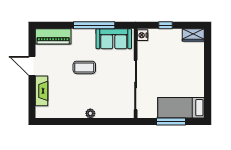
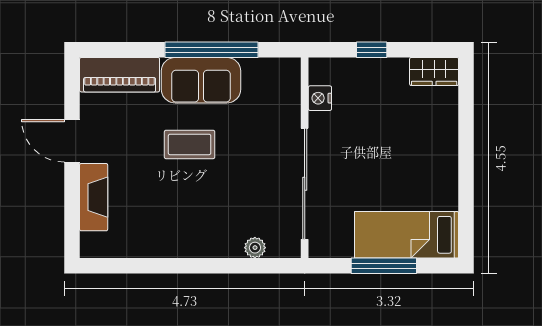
nightstand: (142, 35) -> (320, 98), moved
sofa: (114, 39) -> (201, 80), moved
plant: (90, 113) -> (255, 248), moved

